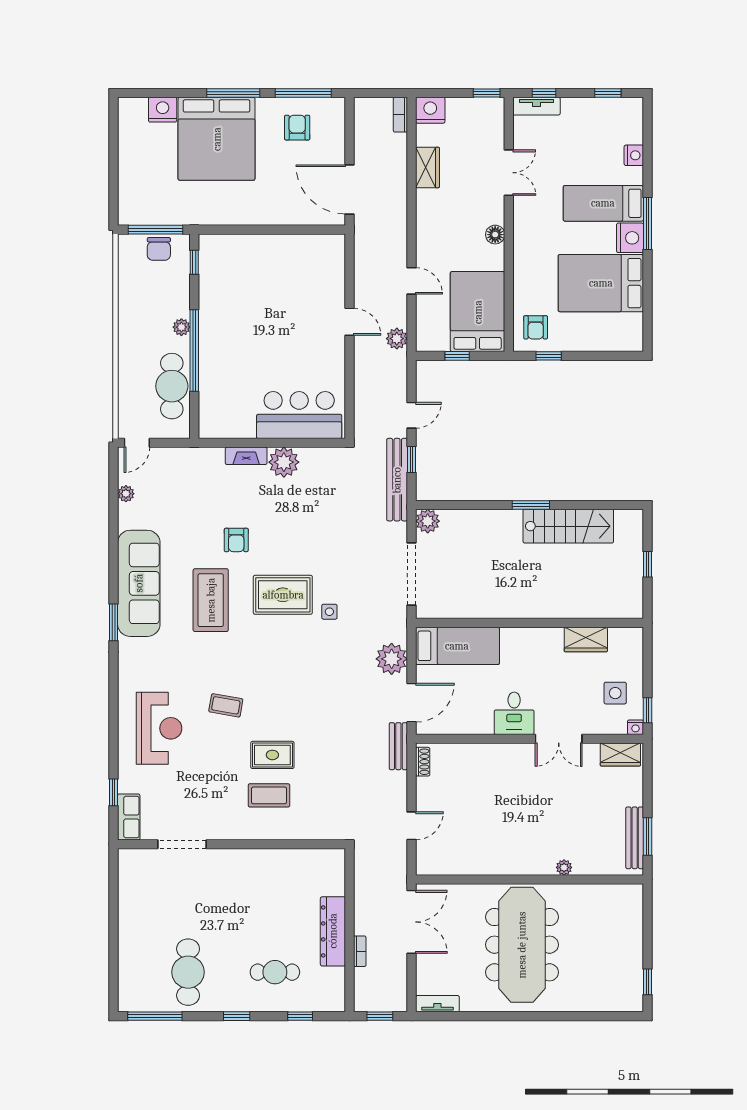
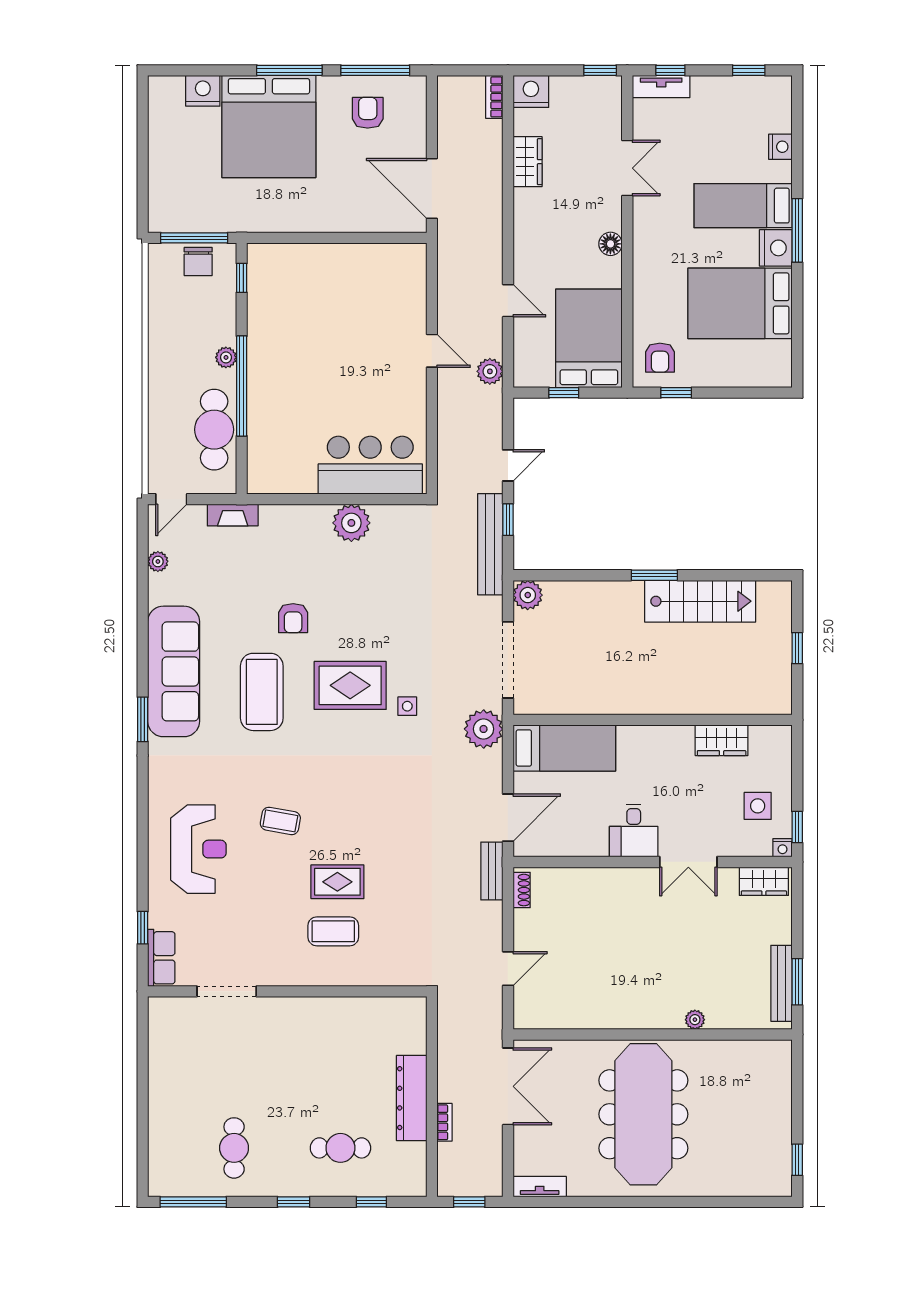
fireplace: (246, 456) -> (233, 515), moved
plant: (392, 659) -> (484, 729), moved
cafe table: (188, 972) -> (234, 1148), width x0.73, depth x0.74

